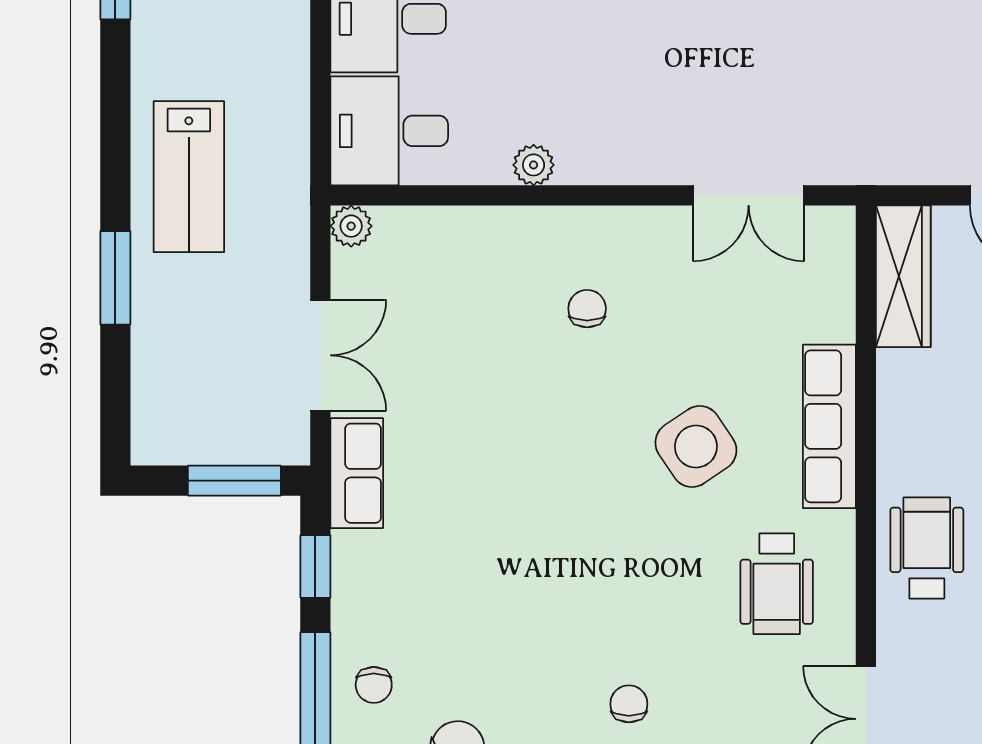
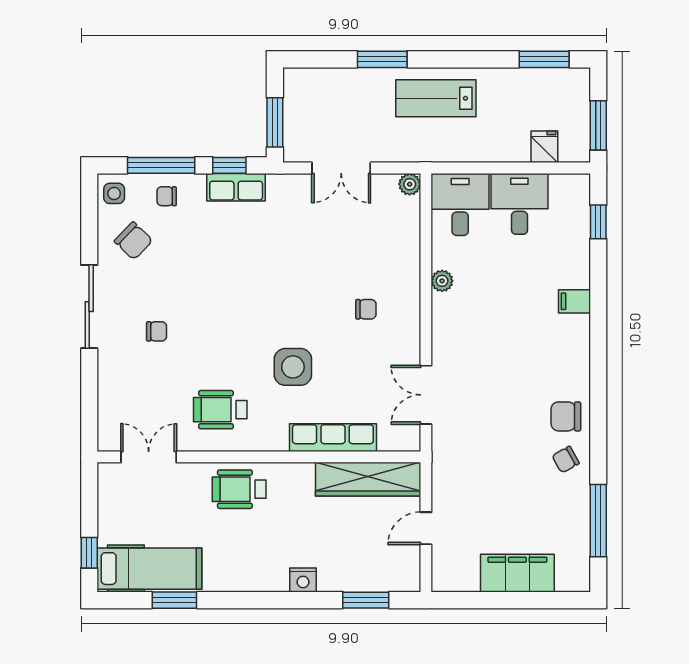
wardrobe: (903, 276) -> (368, 479), width x1.40, depth x1.17
row of seats: (829, 426) -> (333, 438), moved
side table: (696, 446) -> (293, 367), turned 34
row of seats: (357, 473) -> (236, 187), moved
wheelchair: (927, 548) -> (239, 489), turned 180

